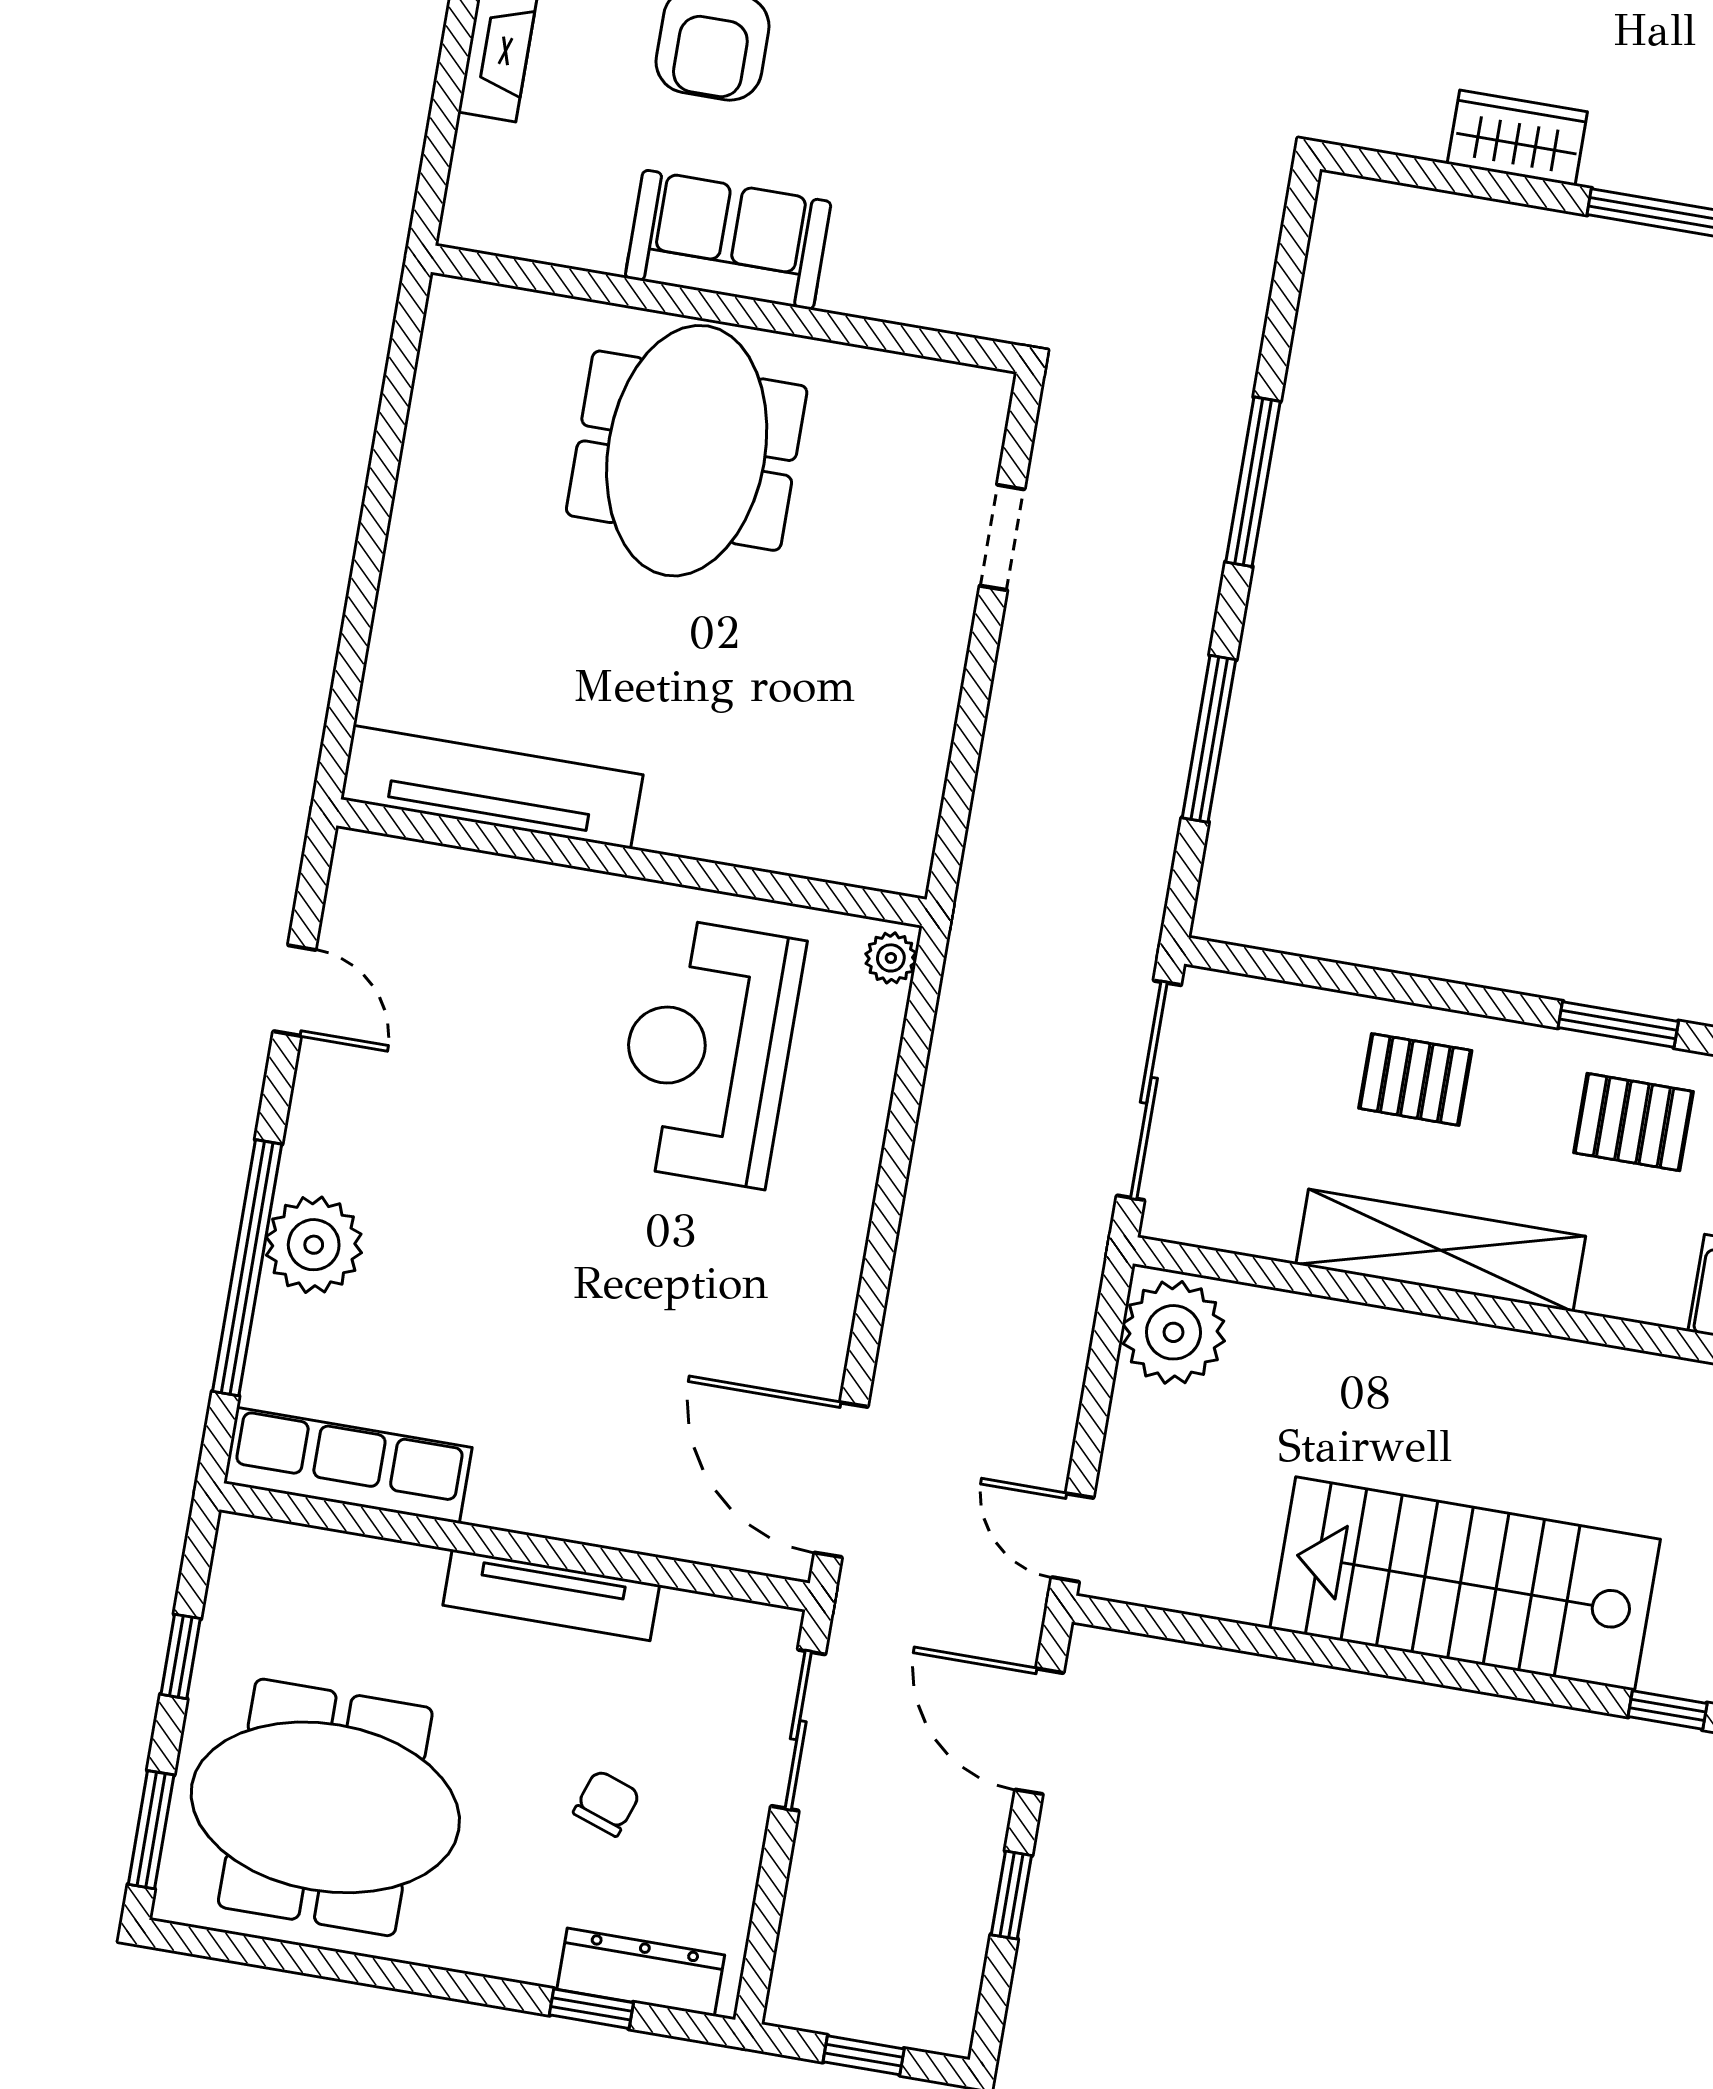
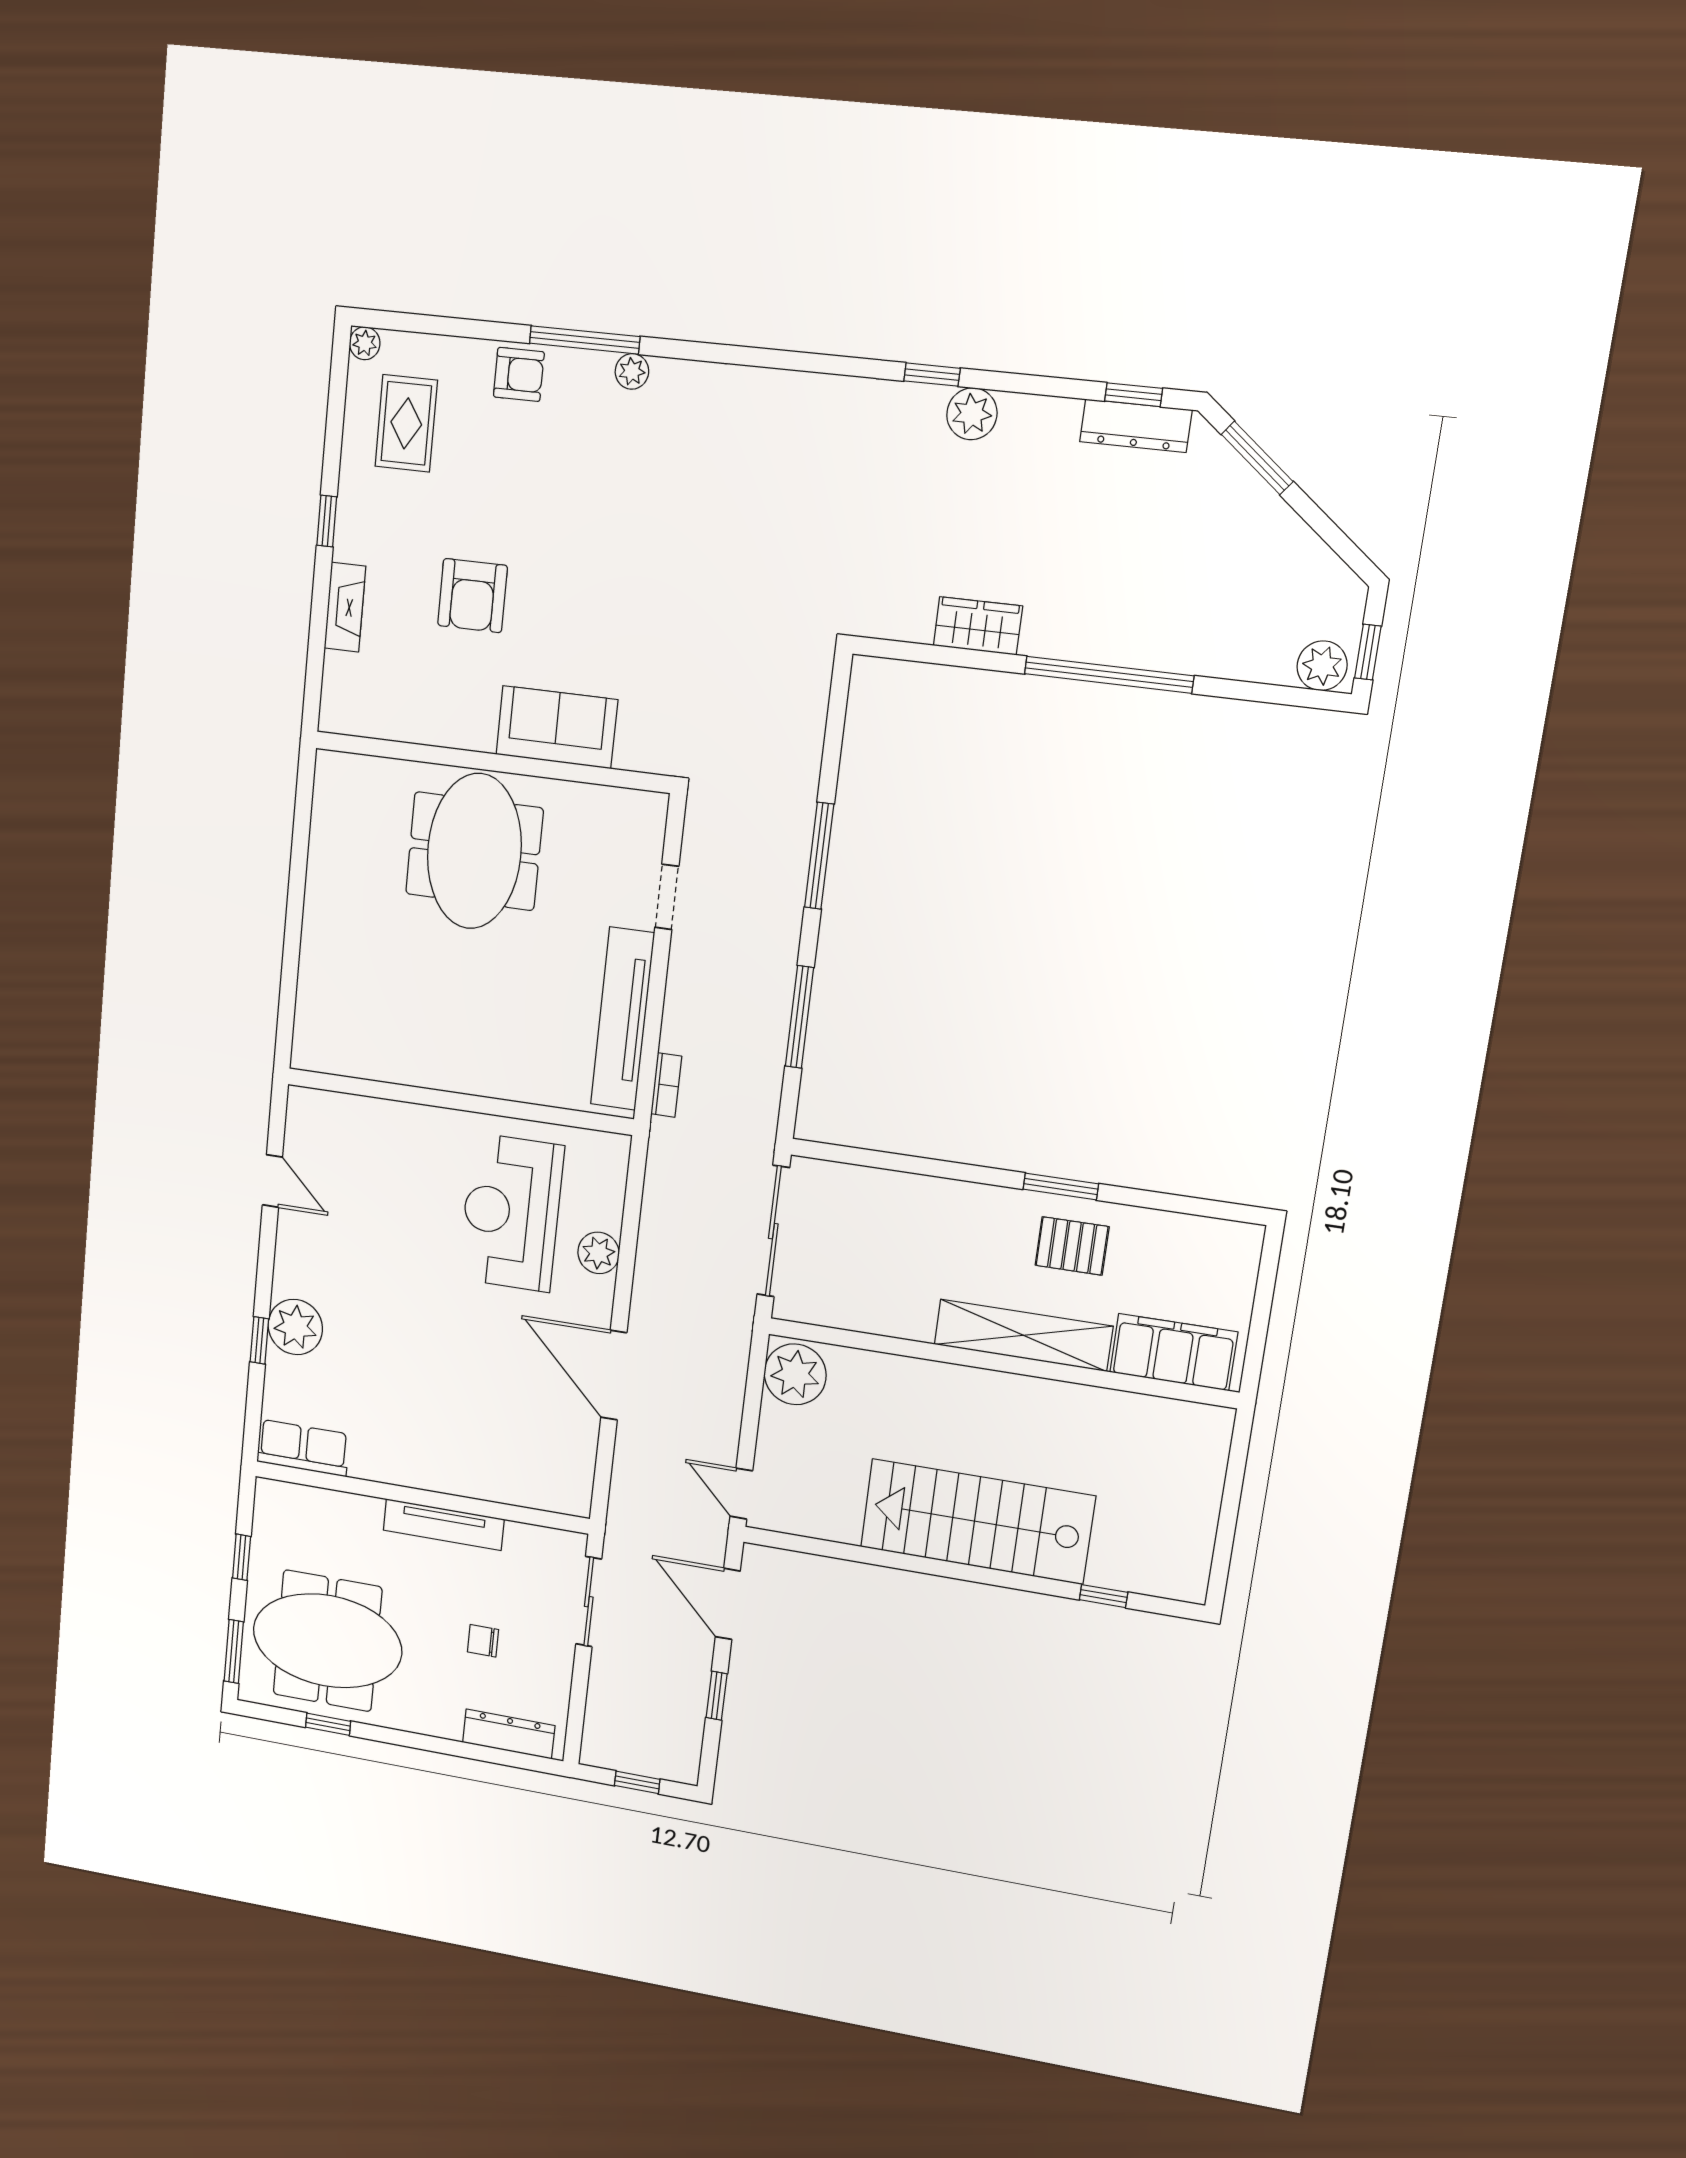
sofa: (728, 240) -> (557, 727), moved
tv unit: (492, 787) -> (622, 1019), moved, turned -90
bookcase: (984, 844) -> (666, 1085), added
plant: (891, 958) -> (599, 1253), moved, width x1.38, depth x1.38
pallet: (1415, 1079) -> (935, 1222), removed
shelving: (1441, 1250) -> (1023, 1335), moved
window: (247, 1268) -> (259, 1340), width x0.32
row of seats: (348, 1465) -> (303, 1448), width x0.68
door: (841, 1480) -> (614, 1375), moved
chair: (607, 1803) -> (483, 1641), turned -109
window: (591, 2009) -> (328, 1724), moved

